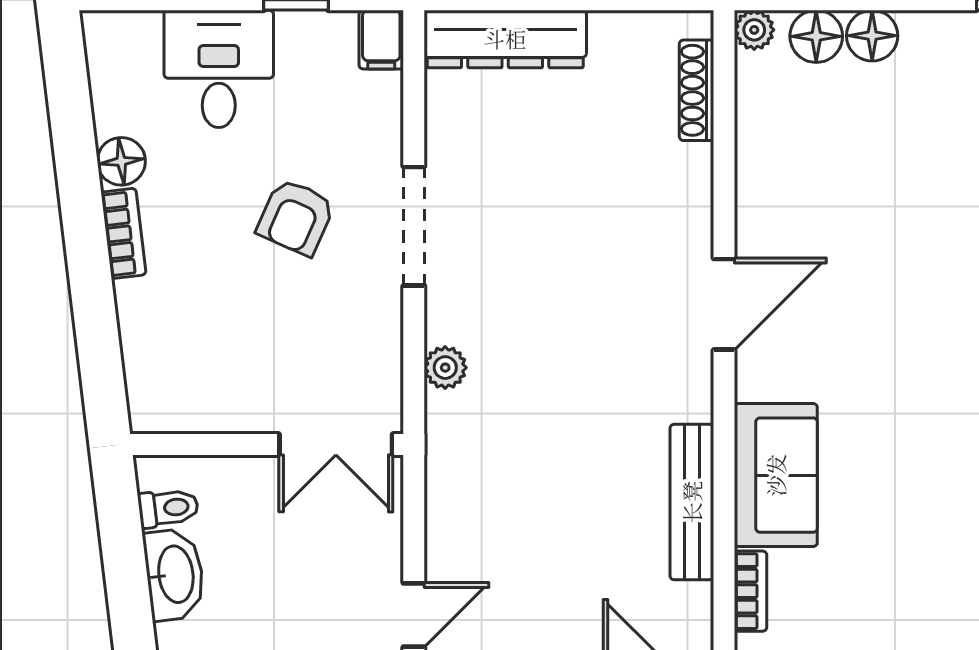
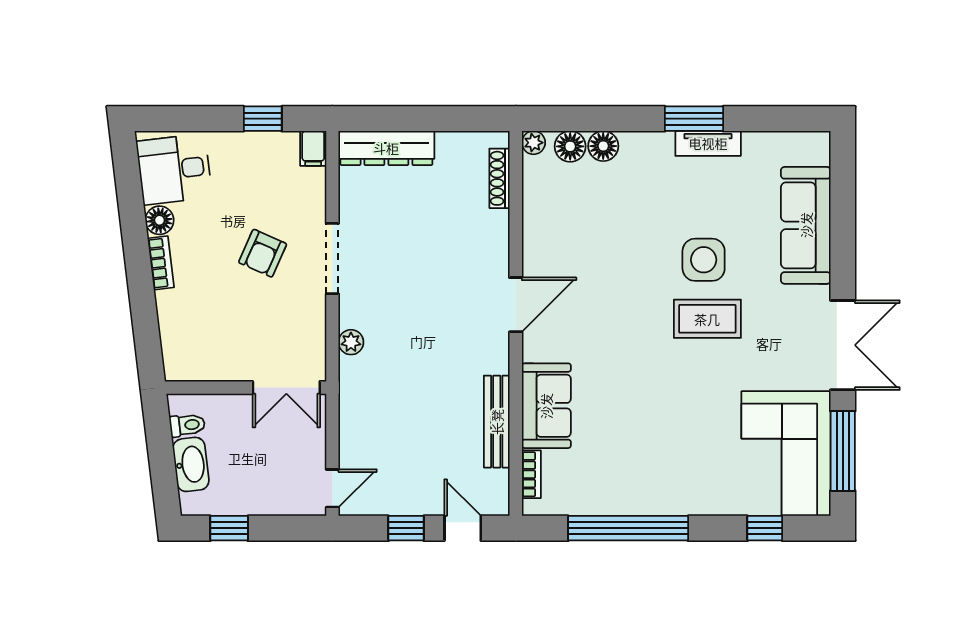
desk: (219, 69) -> (174, 169), moved, turned -97

